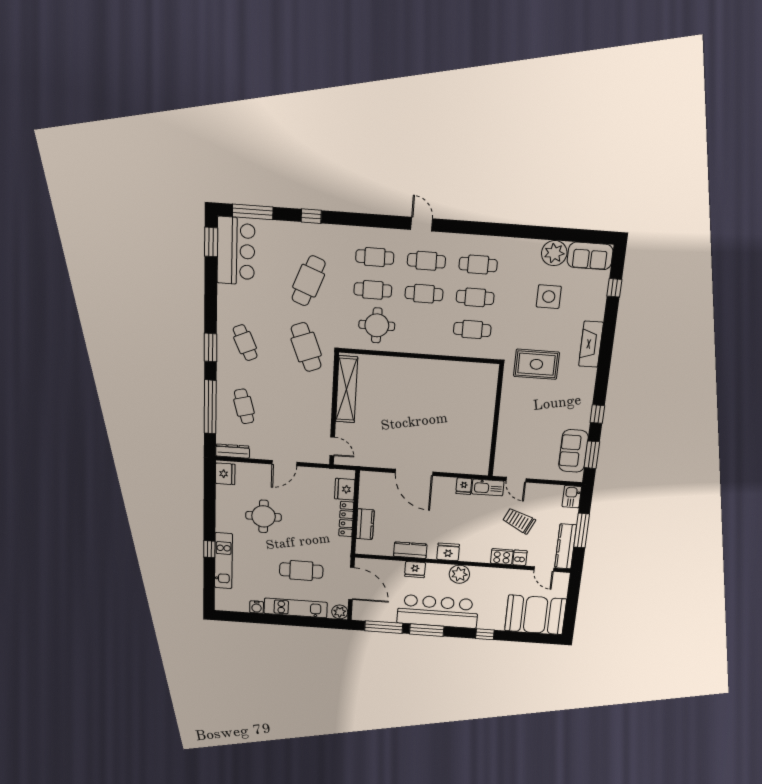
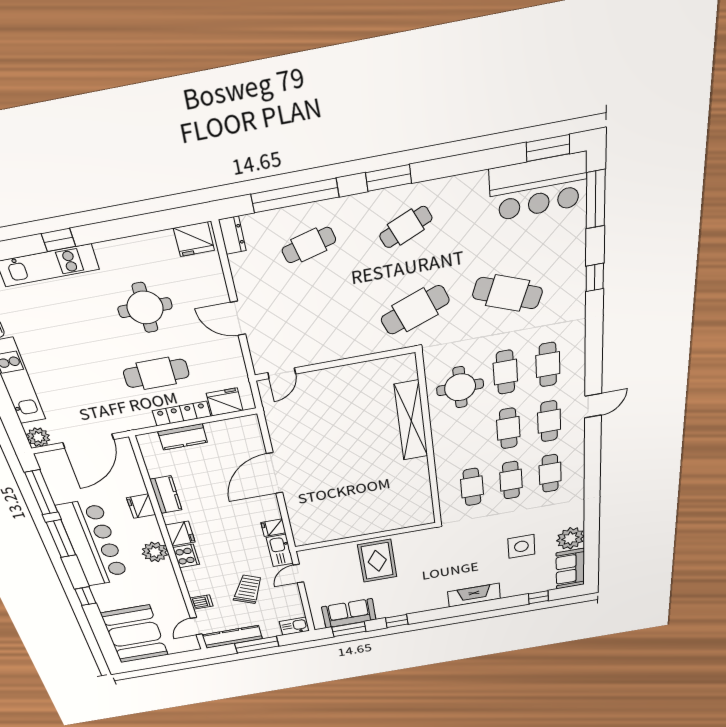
rug: (536, 364) -> (377, 561), moved
shelving: (347, 389) -> (411, 421), moved, turned 90
dresser: (233, 451) -> (232, 235), width x0.70
cooker: (502, 557) -> (186, 556), moved
cafe table: (301, 571) -> (156, 373), moved, turned 90

